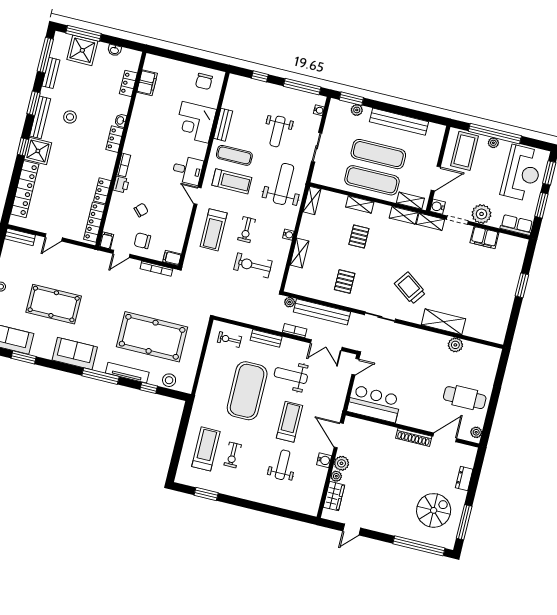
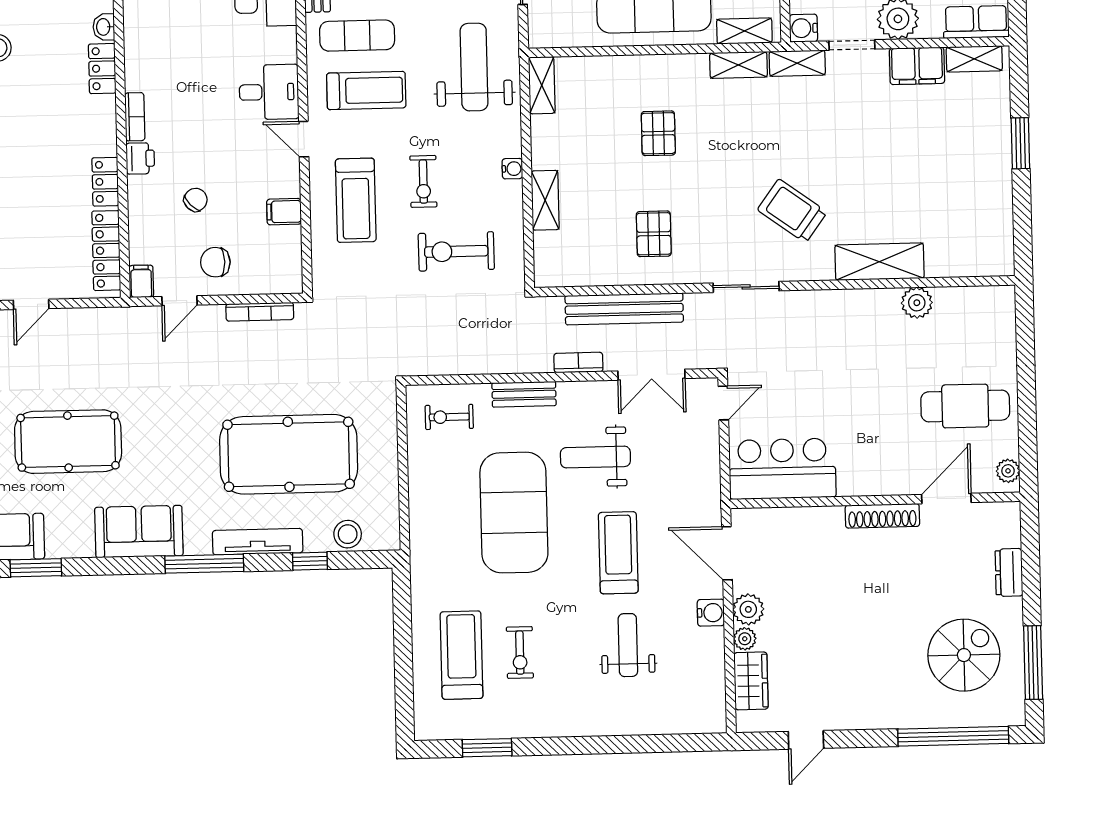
shelving: (360, 204) -> (974, 59), moved
filing cabinet: (172, 258) -> (284, 212), moved
plant: (290, 302) -> (552, 307), removed

